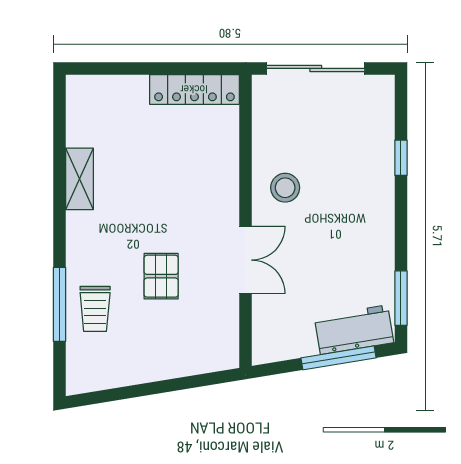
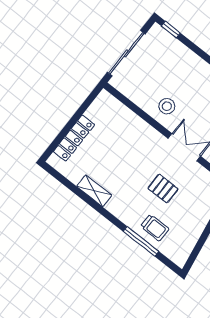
locker: (194, 89) -> (74, 138), moved
window: (401, 158) -> (171, 30), moved

